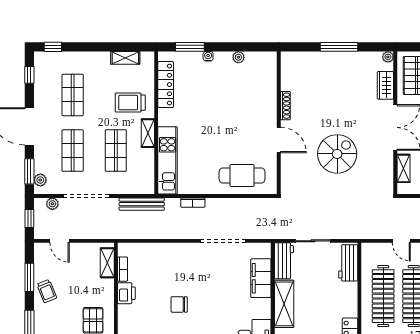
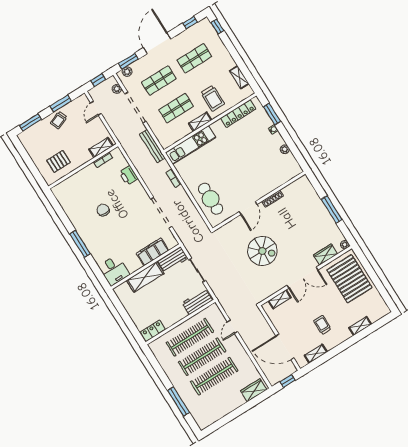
trolley: (130, 103) -> (213, 98), turned 180
printer: (126, 293) -> (128, 175), moved, turned 90

